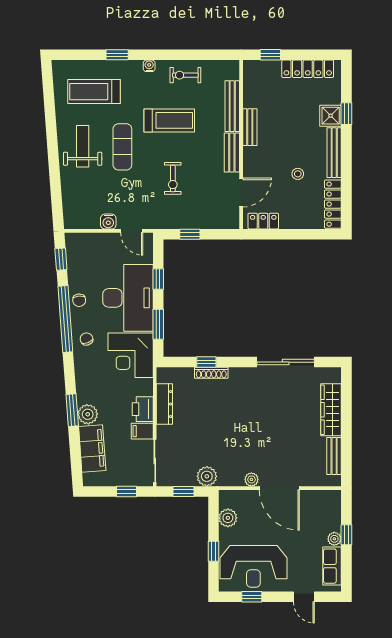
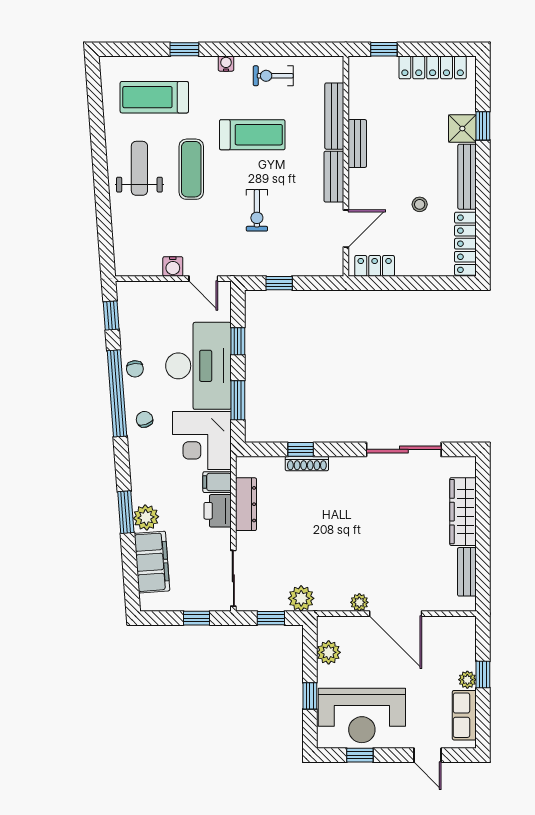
filing cabinet: (142, 431) -> (217, 482), moved

